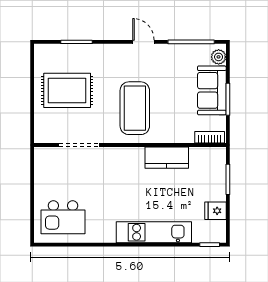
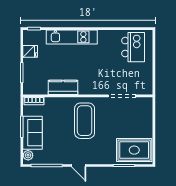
rug: (67, 90) -> (134, 150), moved
kitchen island: (63, 217) -> (133, 47), turned 90

